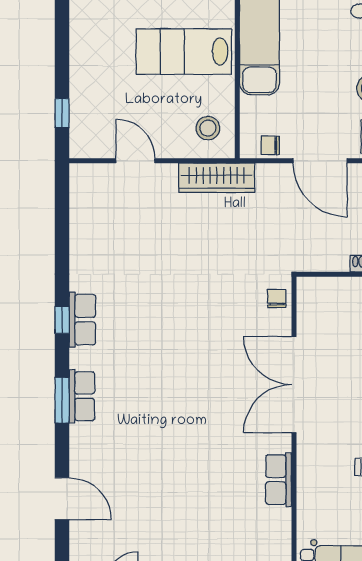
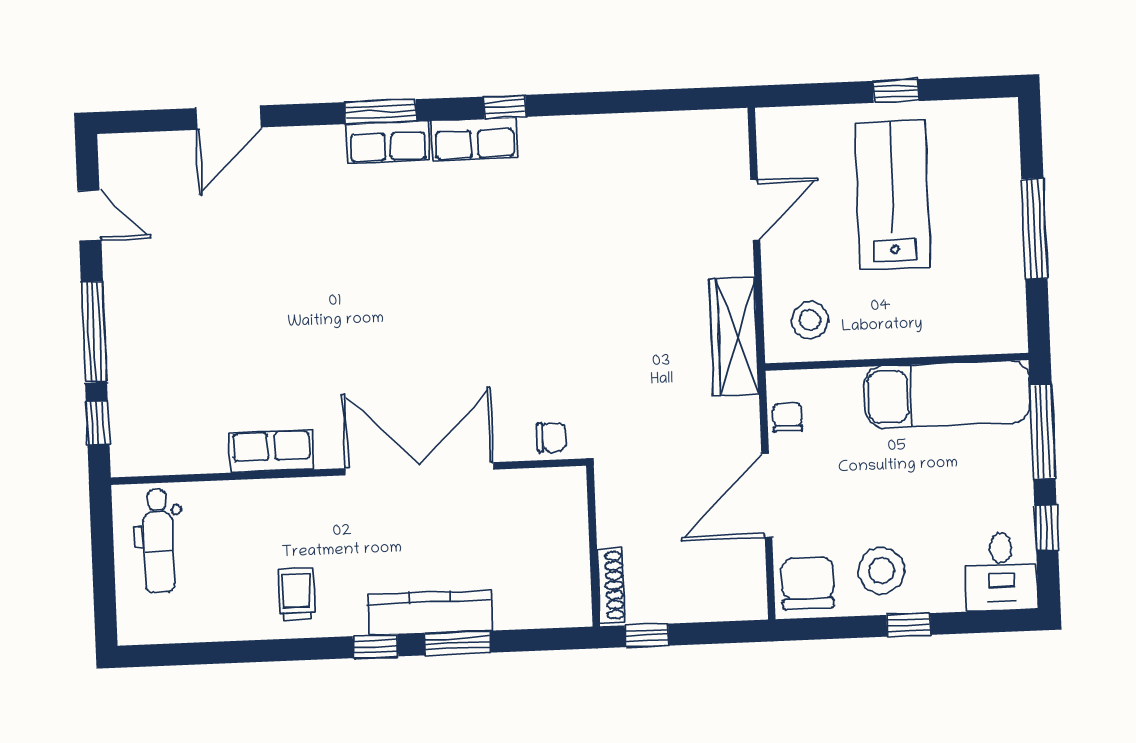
lab bench: (184, 52) -> (893, 195), moved
window: (62, 113) -> (896, 91), moved
row of seats: (82, 320) -> (475, 139), moved

